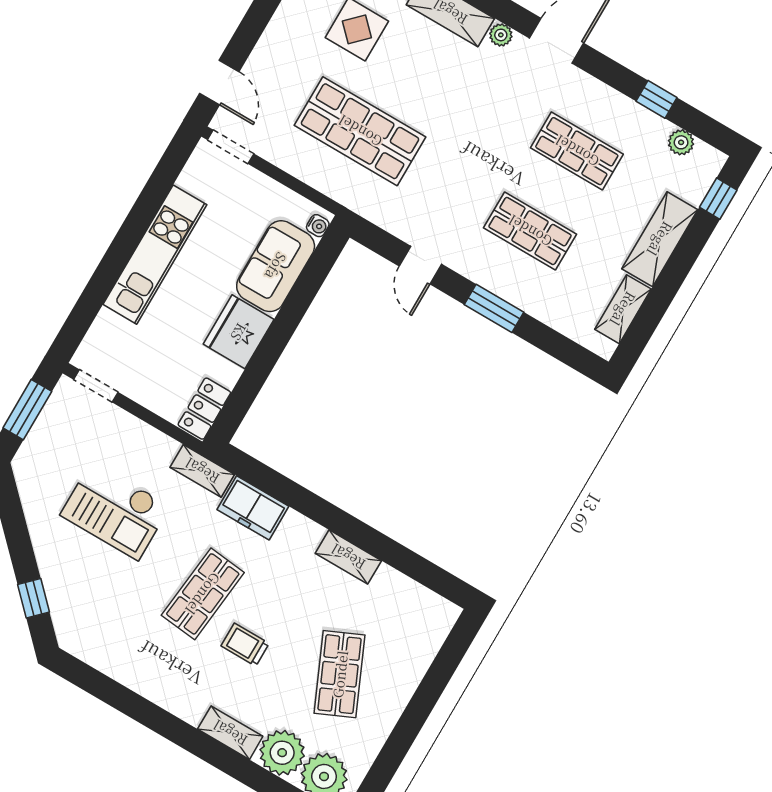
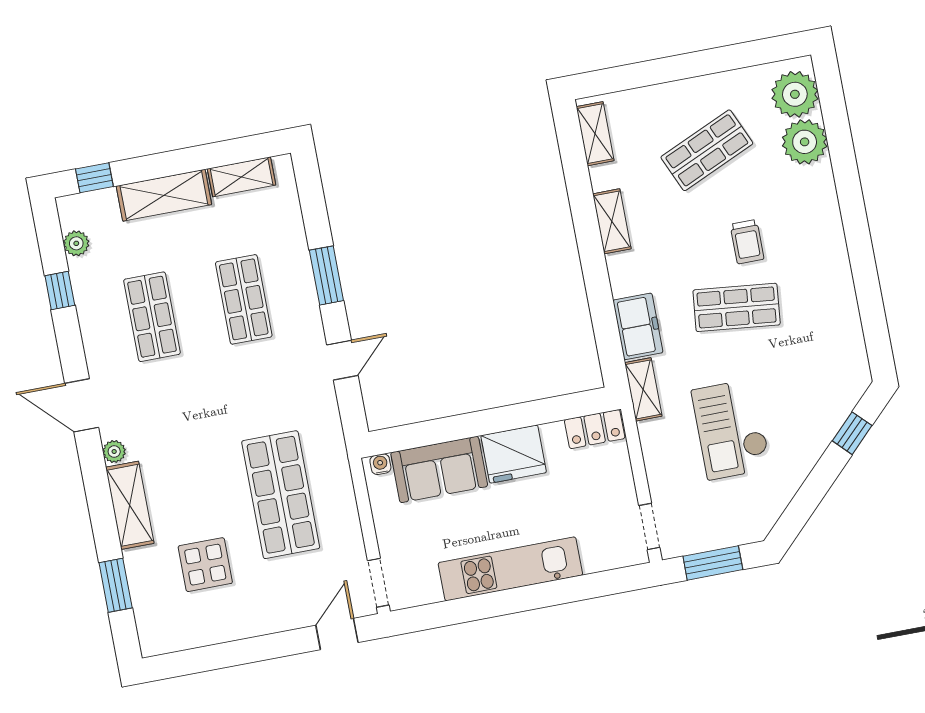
checkout: (115, 510) -> (731, 429), turned 180
shelving: (230, 733) -> (595, 134), moved

